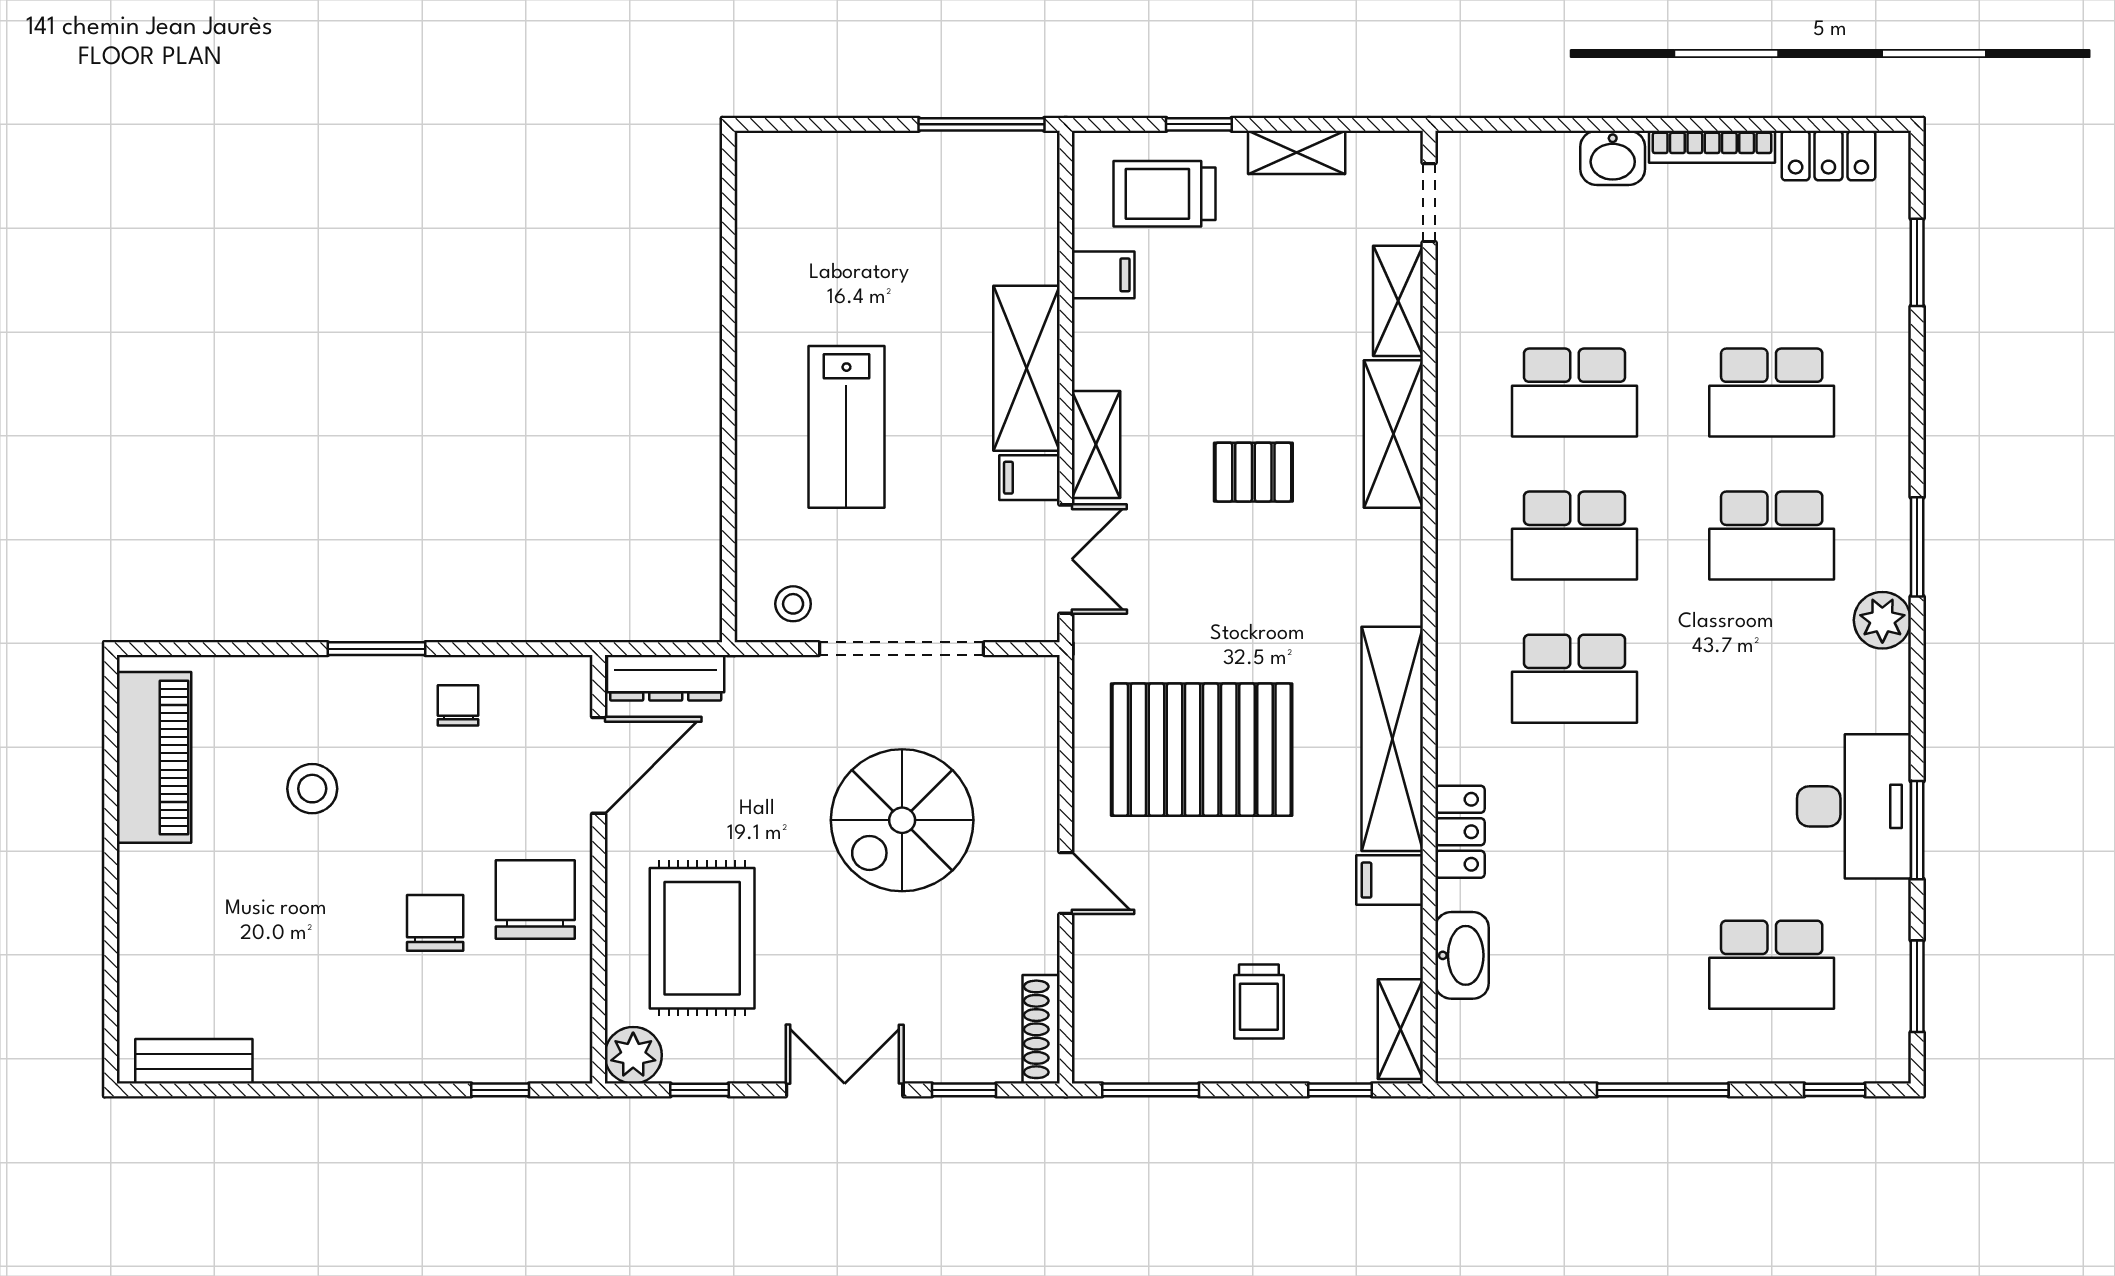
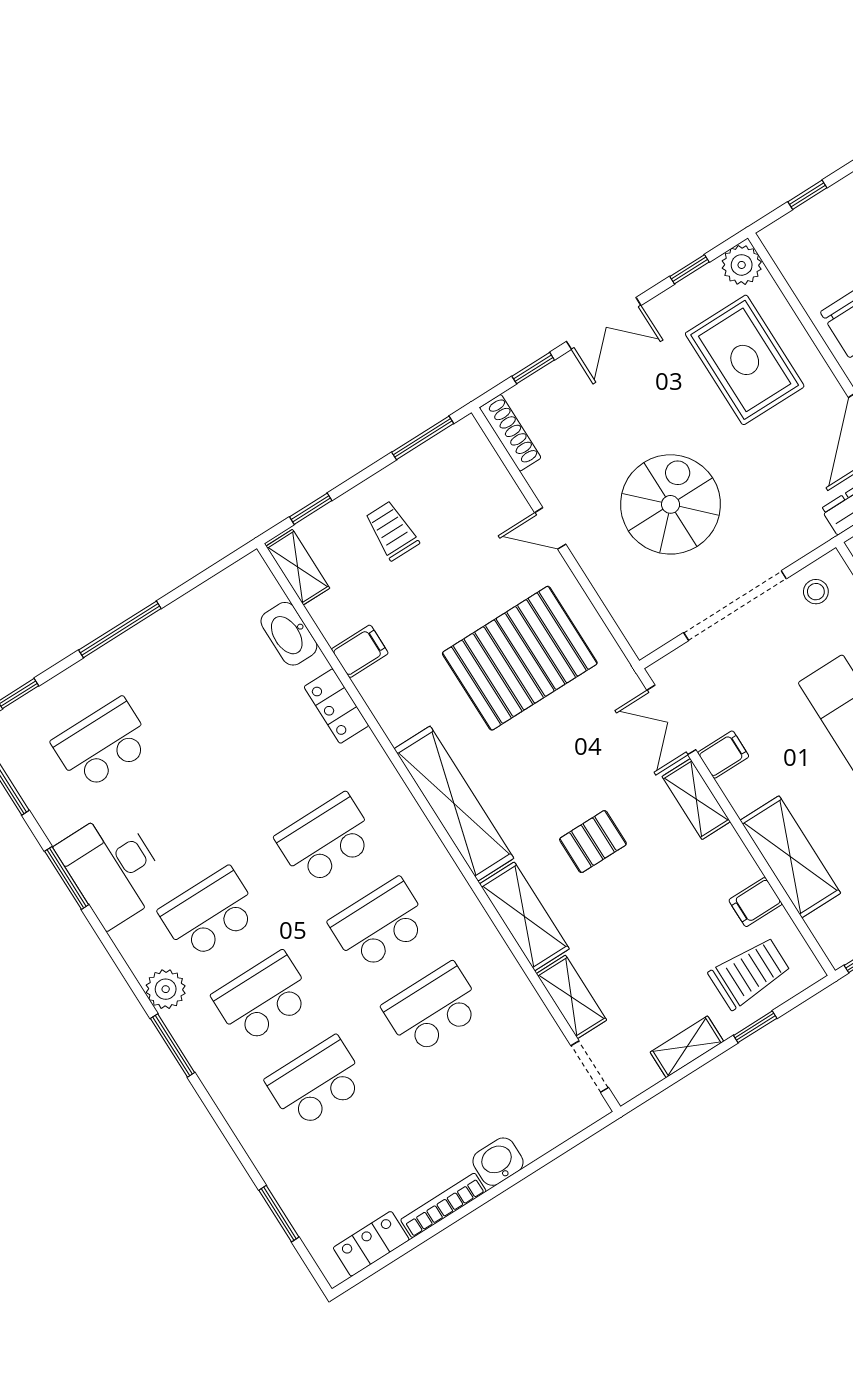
shelving: (1026, 368) -> (790, 857), moved
school desk: (1772, 679) -> (209, 913), added
shelving: (1392, 739) -> (454, 804), moved

